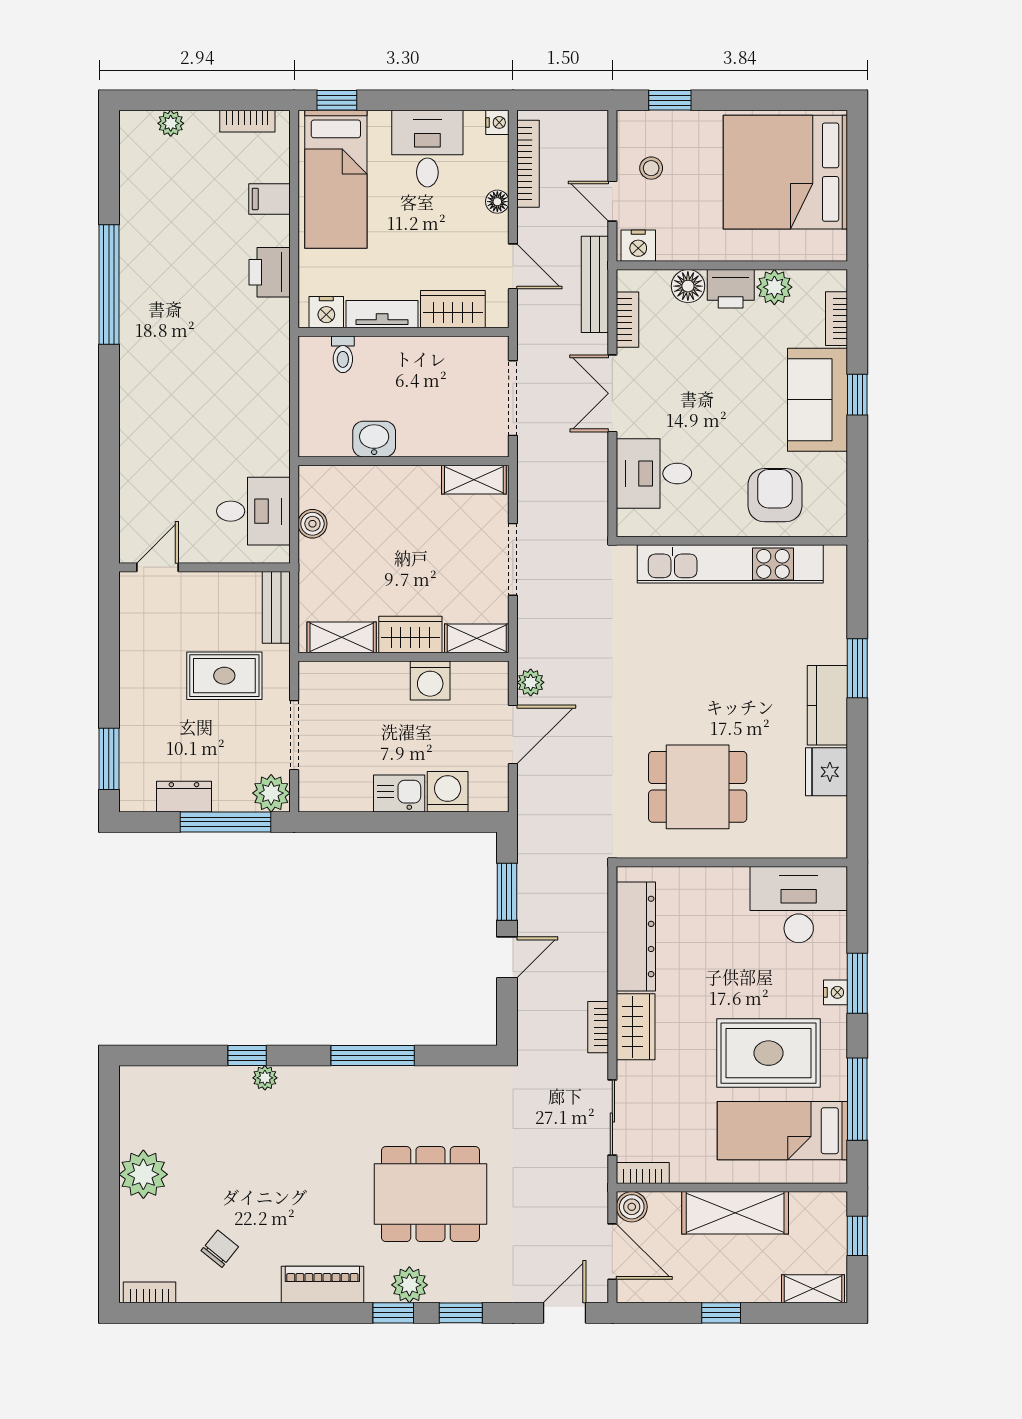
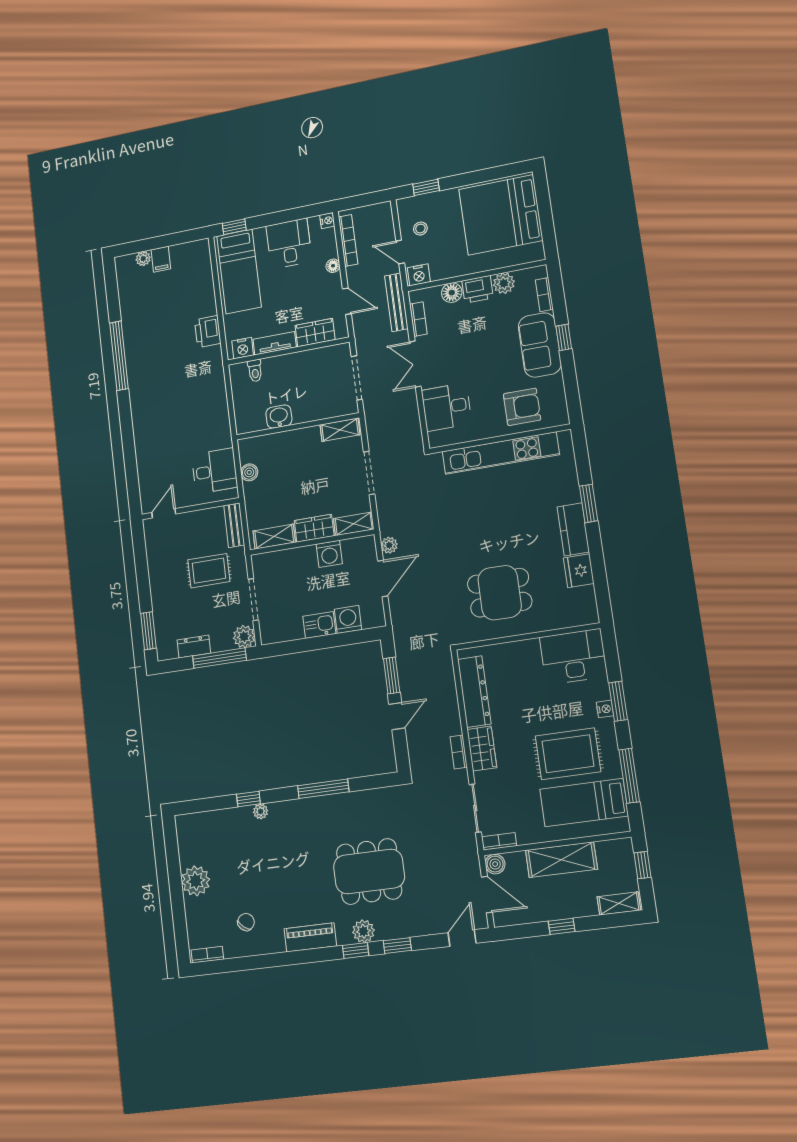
bookcase: (247, 121) -> (186, 249), removed
filing cabinet: (270, 199) -> (161, 259), moved, turned -90
armchair: (775, 495) -> (522, 407), turned 90

